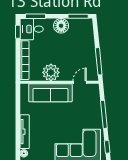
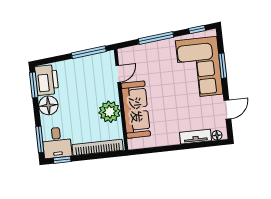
printer: (81, 27) -> (47, 80), added
door: (80, 82) -> (118, 74), swing flipped
tv unit: (25, 132) -> (195, 137), width x0.71

